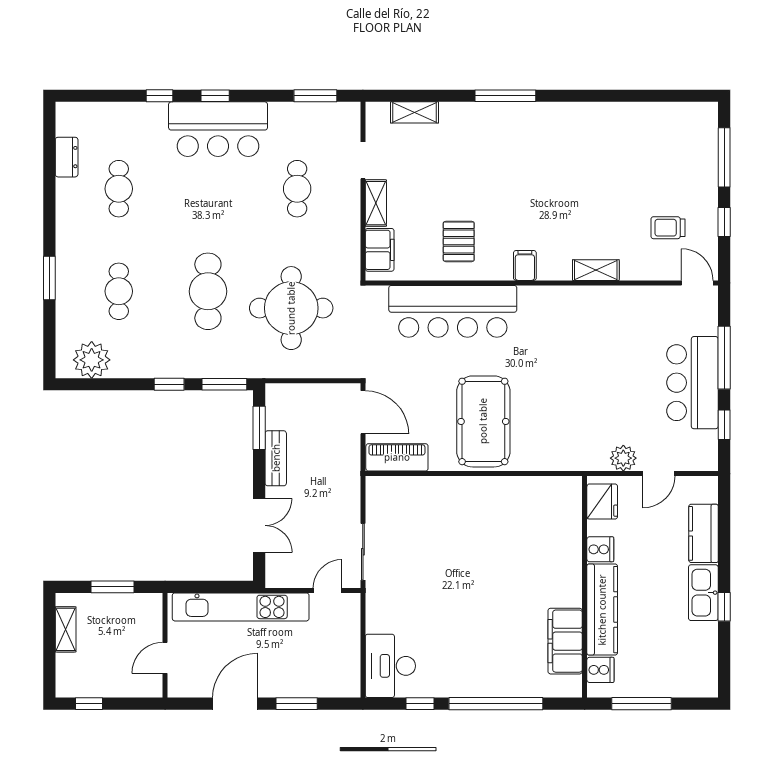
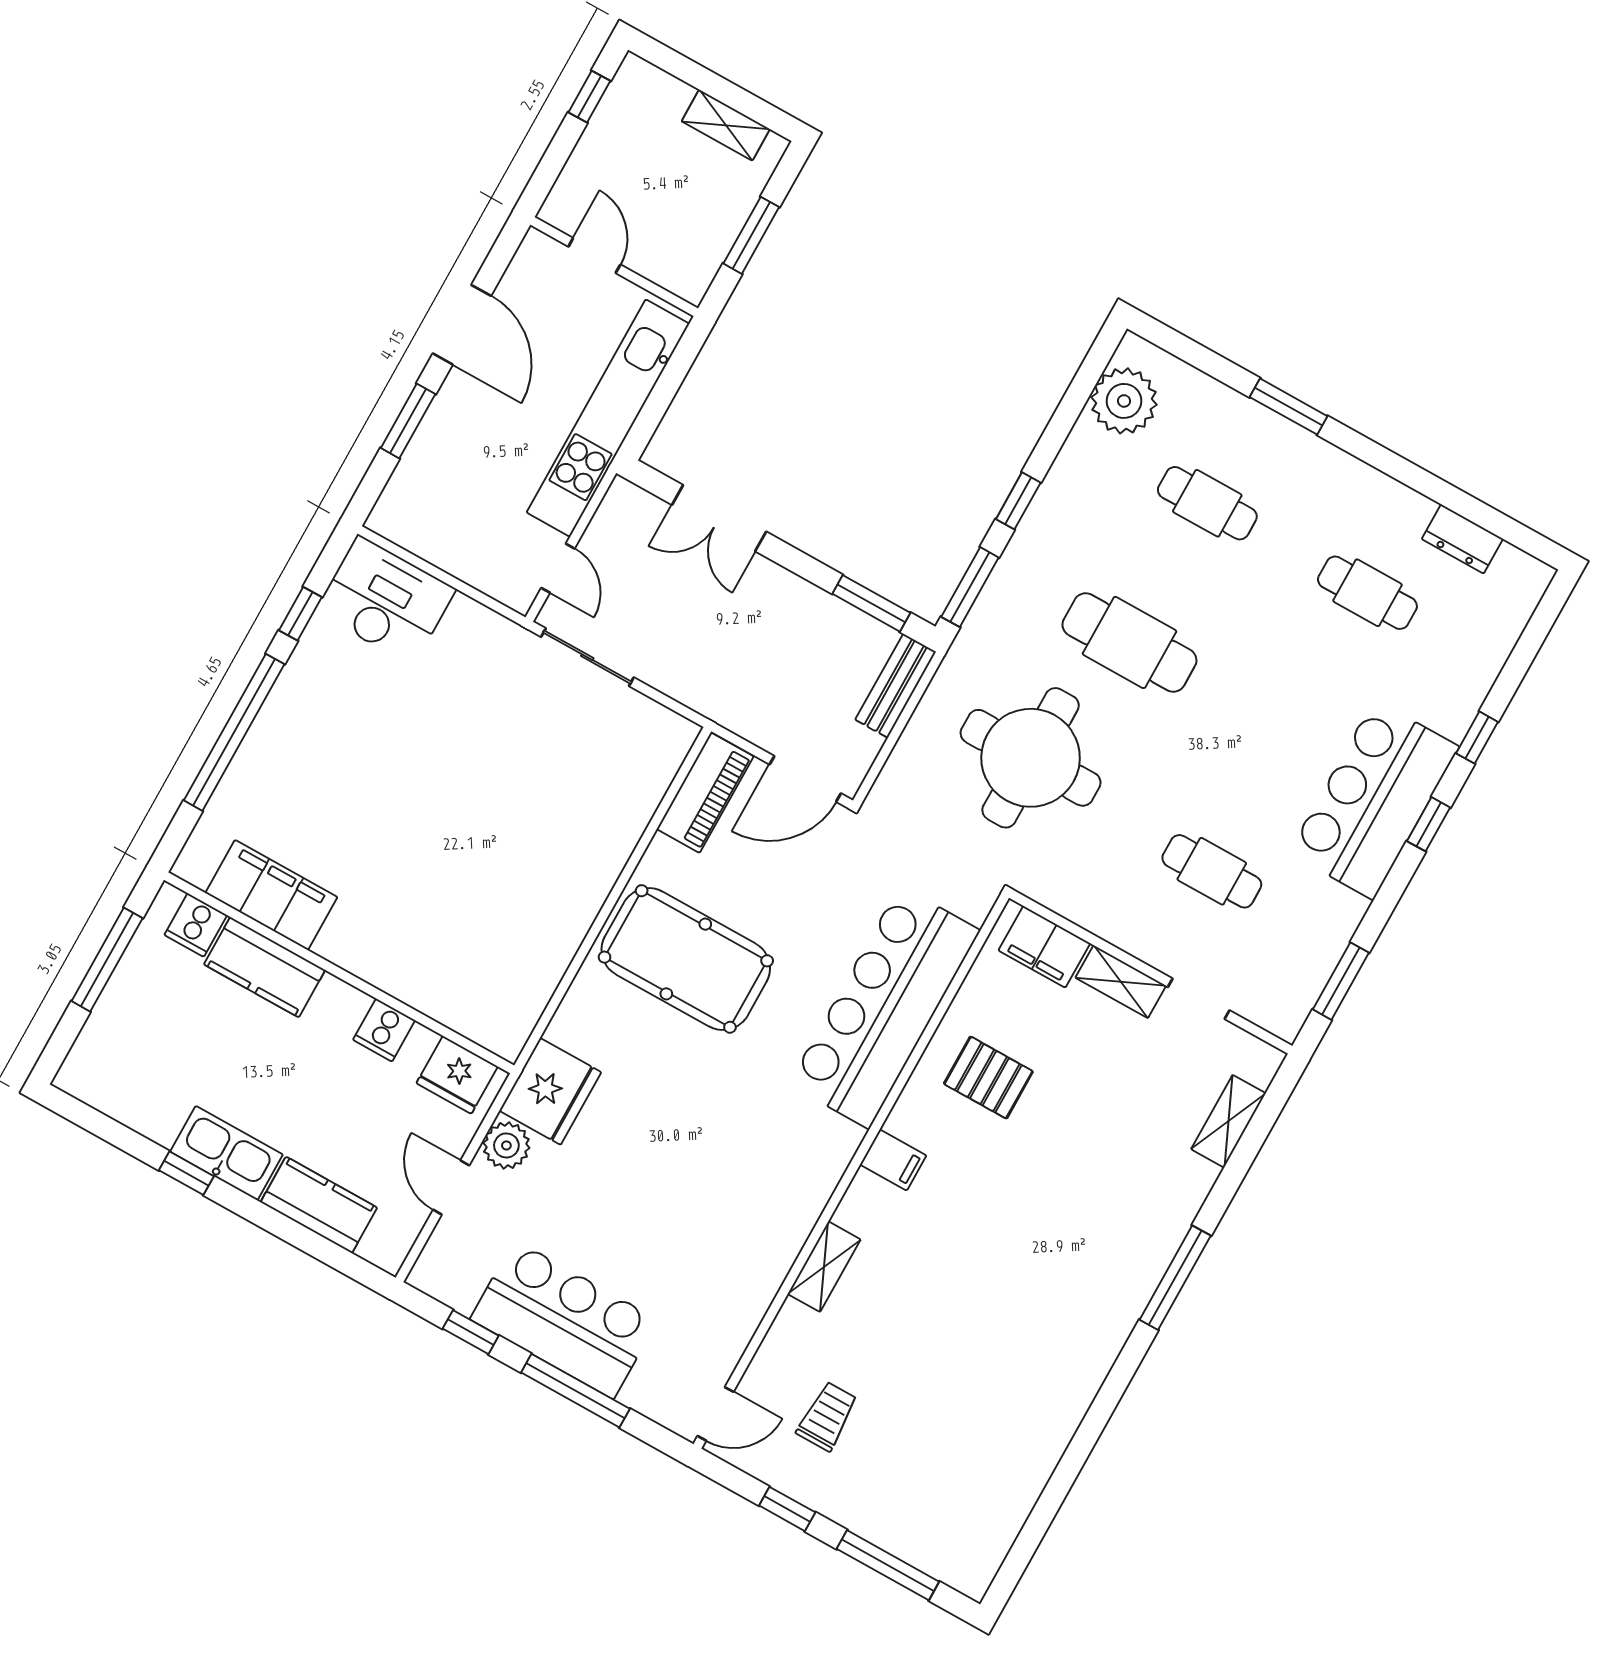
fridge: (585, 451) -> (550, 1091), added
bench: (276, 458) -> (896, 686), moved, turned 90
kitchen counter: (602, 610) -> (265, 967), width x0.67

